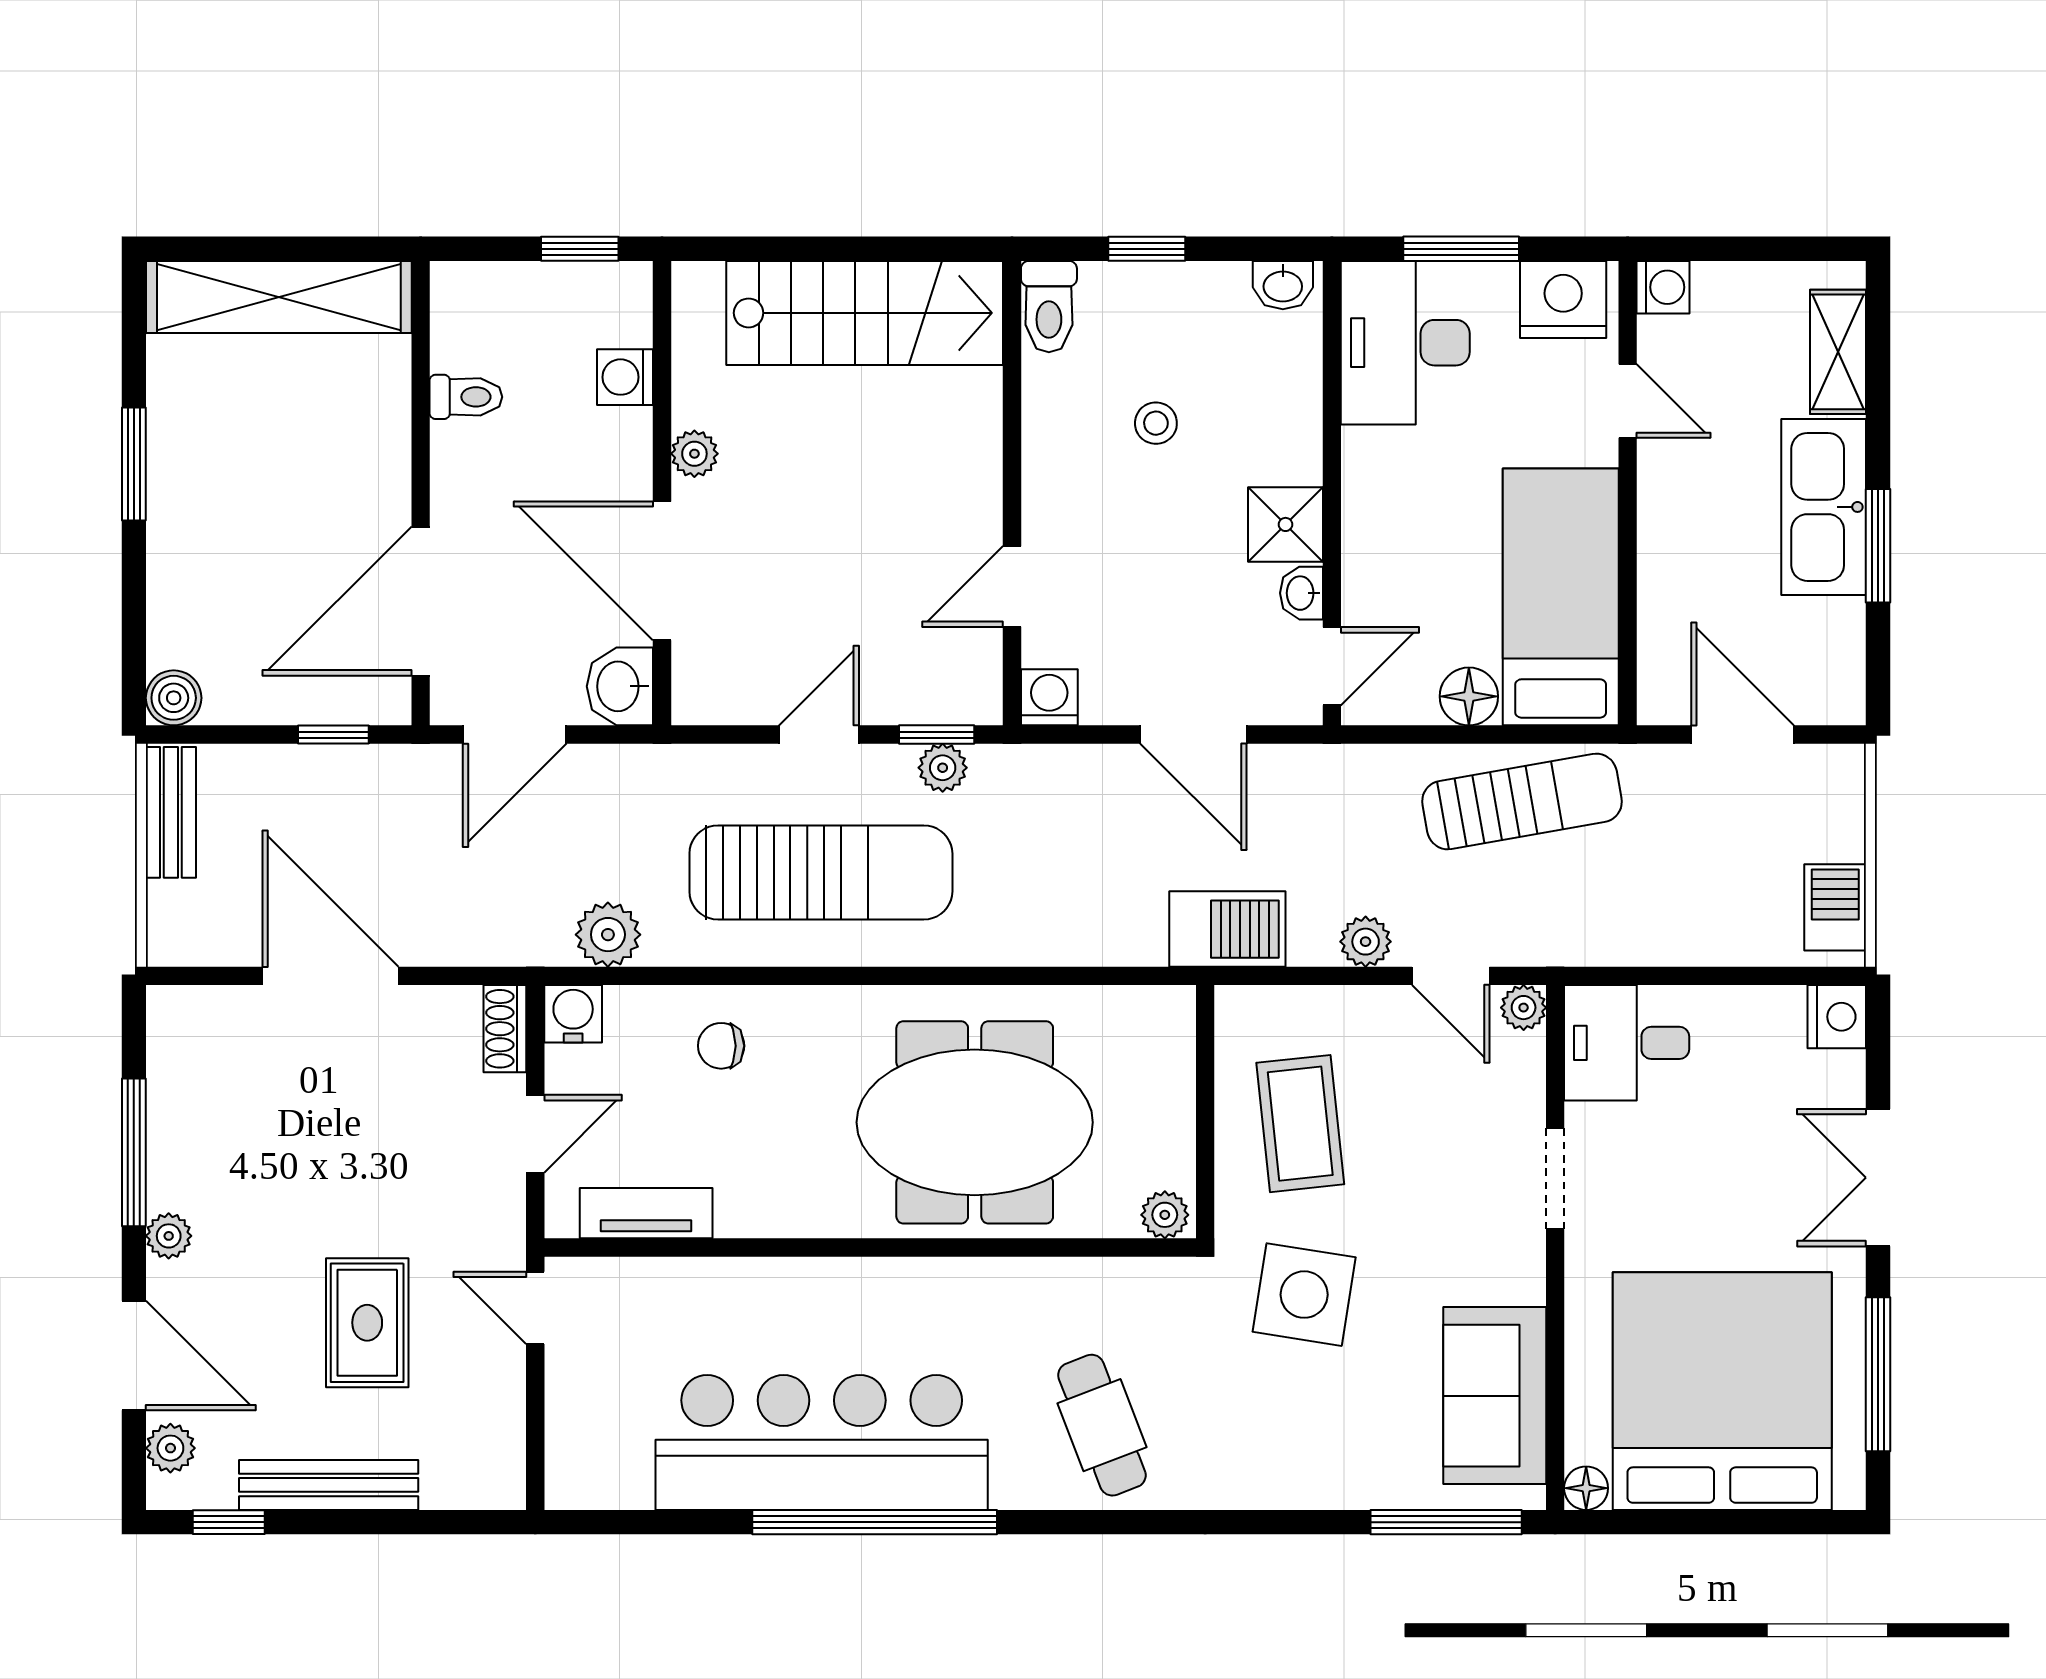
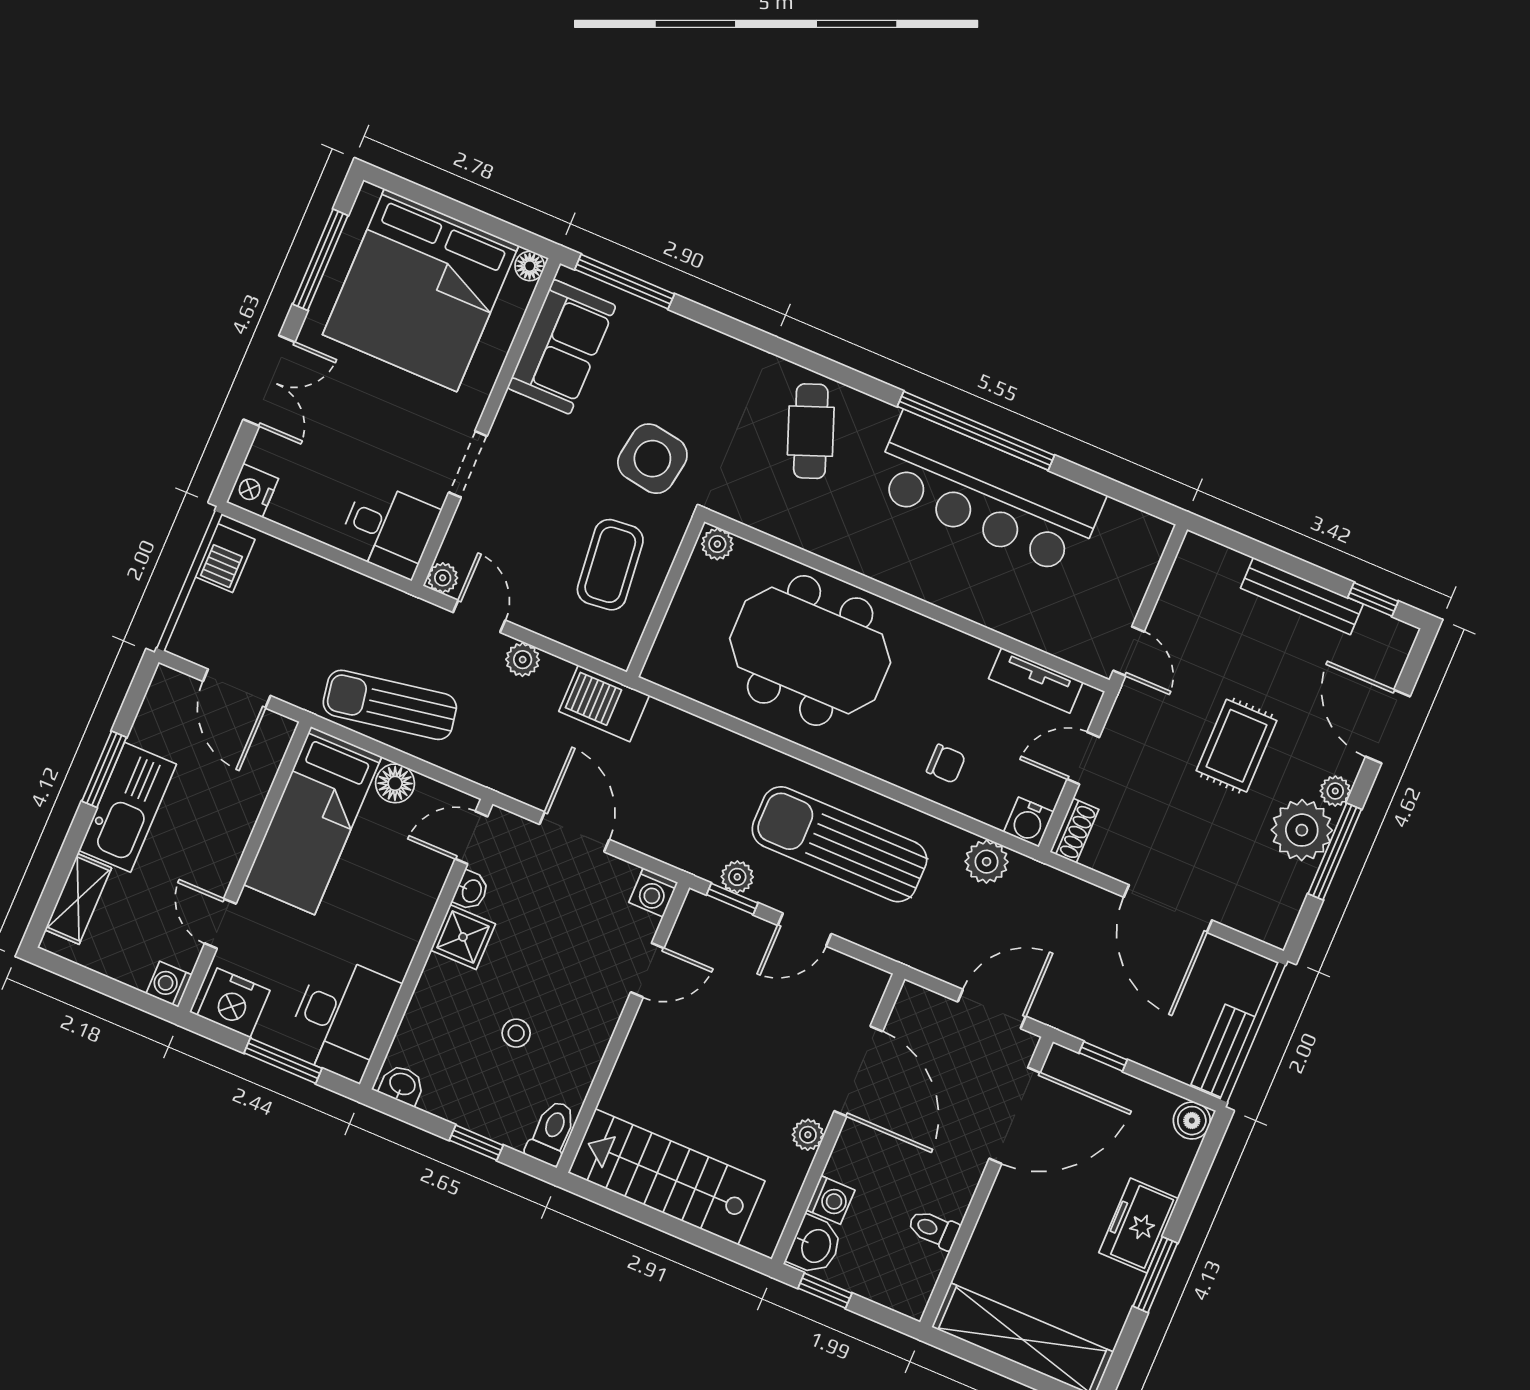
freezer: (185, 522) -> (1139, 1226), added
washbasin: (620, 686) -> (815, 1245), moved
rug: (367, 1323) -> (1236, 746), moved
plant: (170, 1448) -> (1302, 830), moved, width x1.87, depth x1.87

